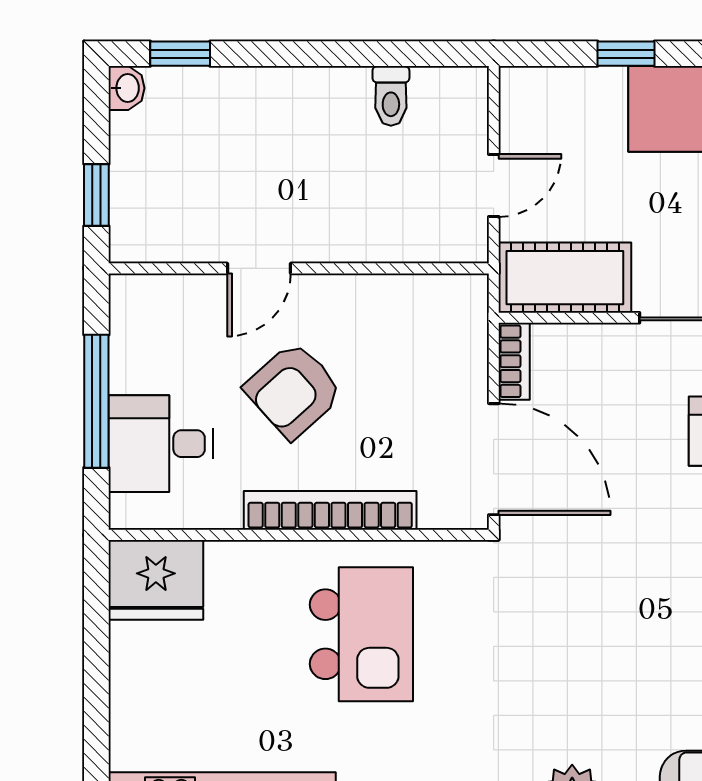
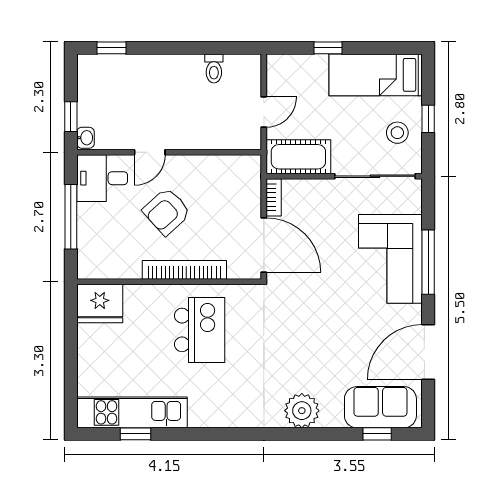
washbasin: (127, 88) -> (85, 138), moved
desk: (161, 444) -> (102, 178), moved

